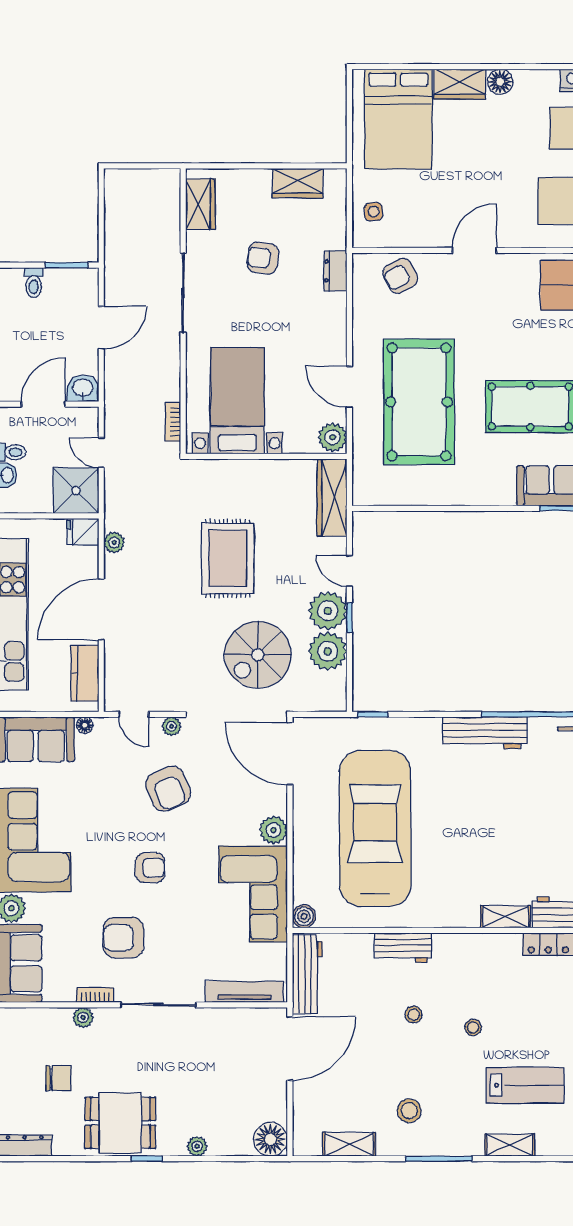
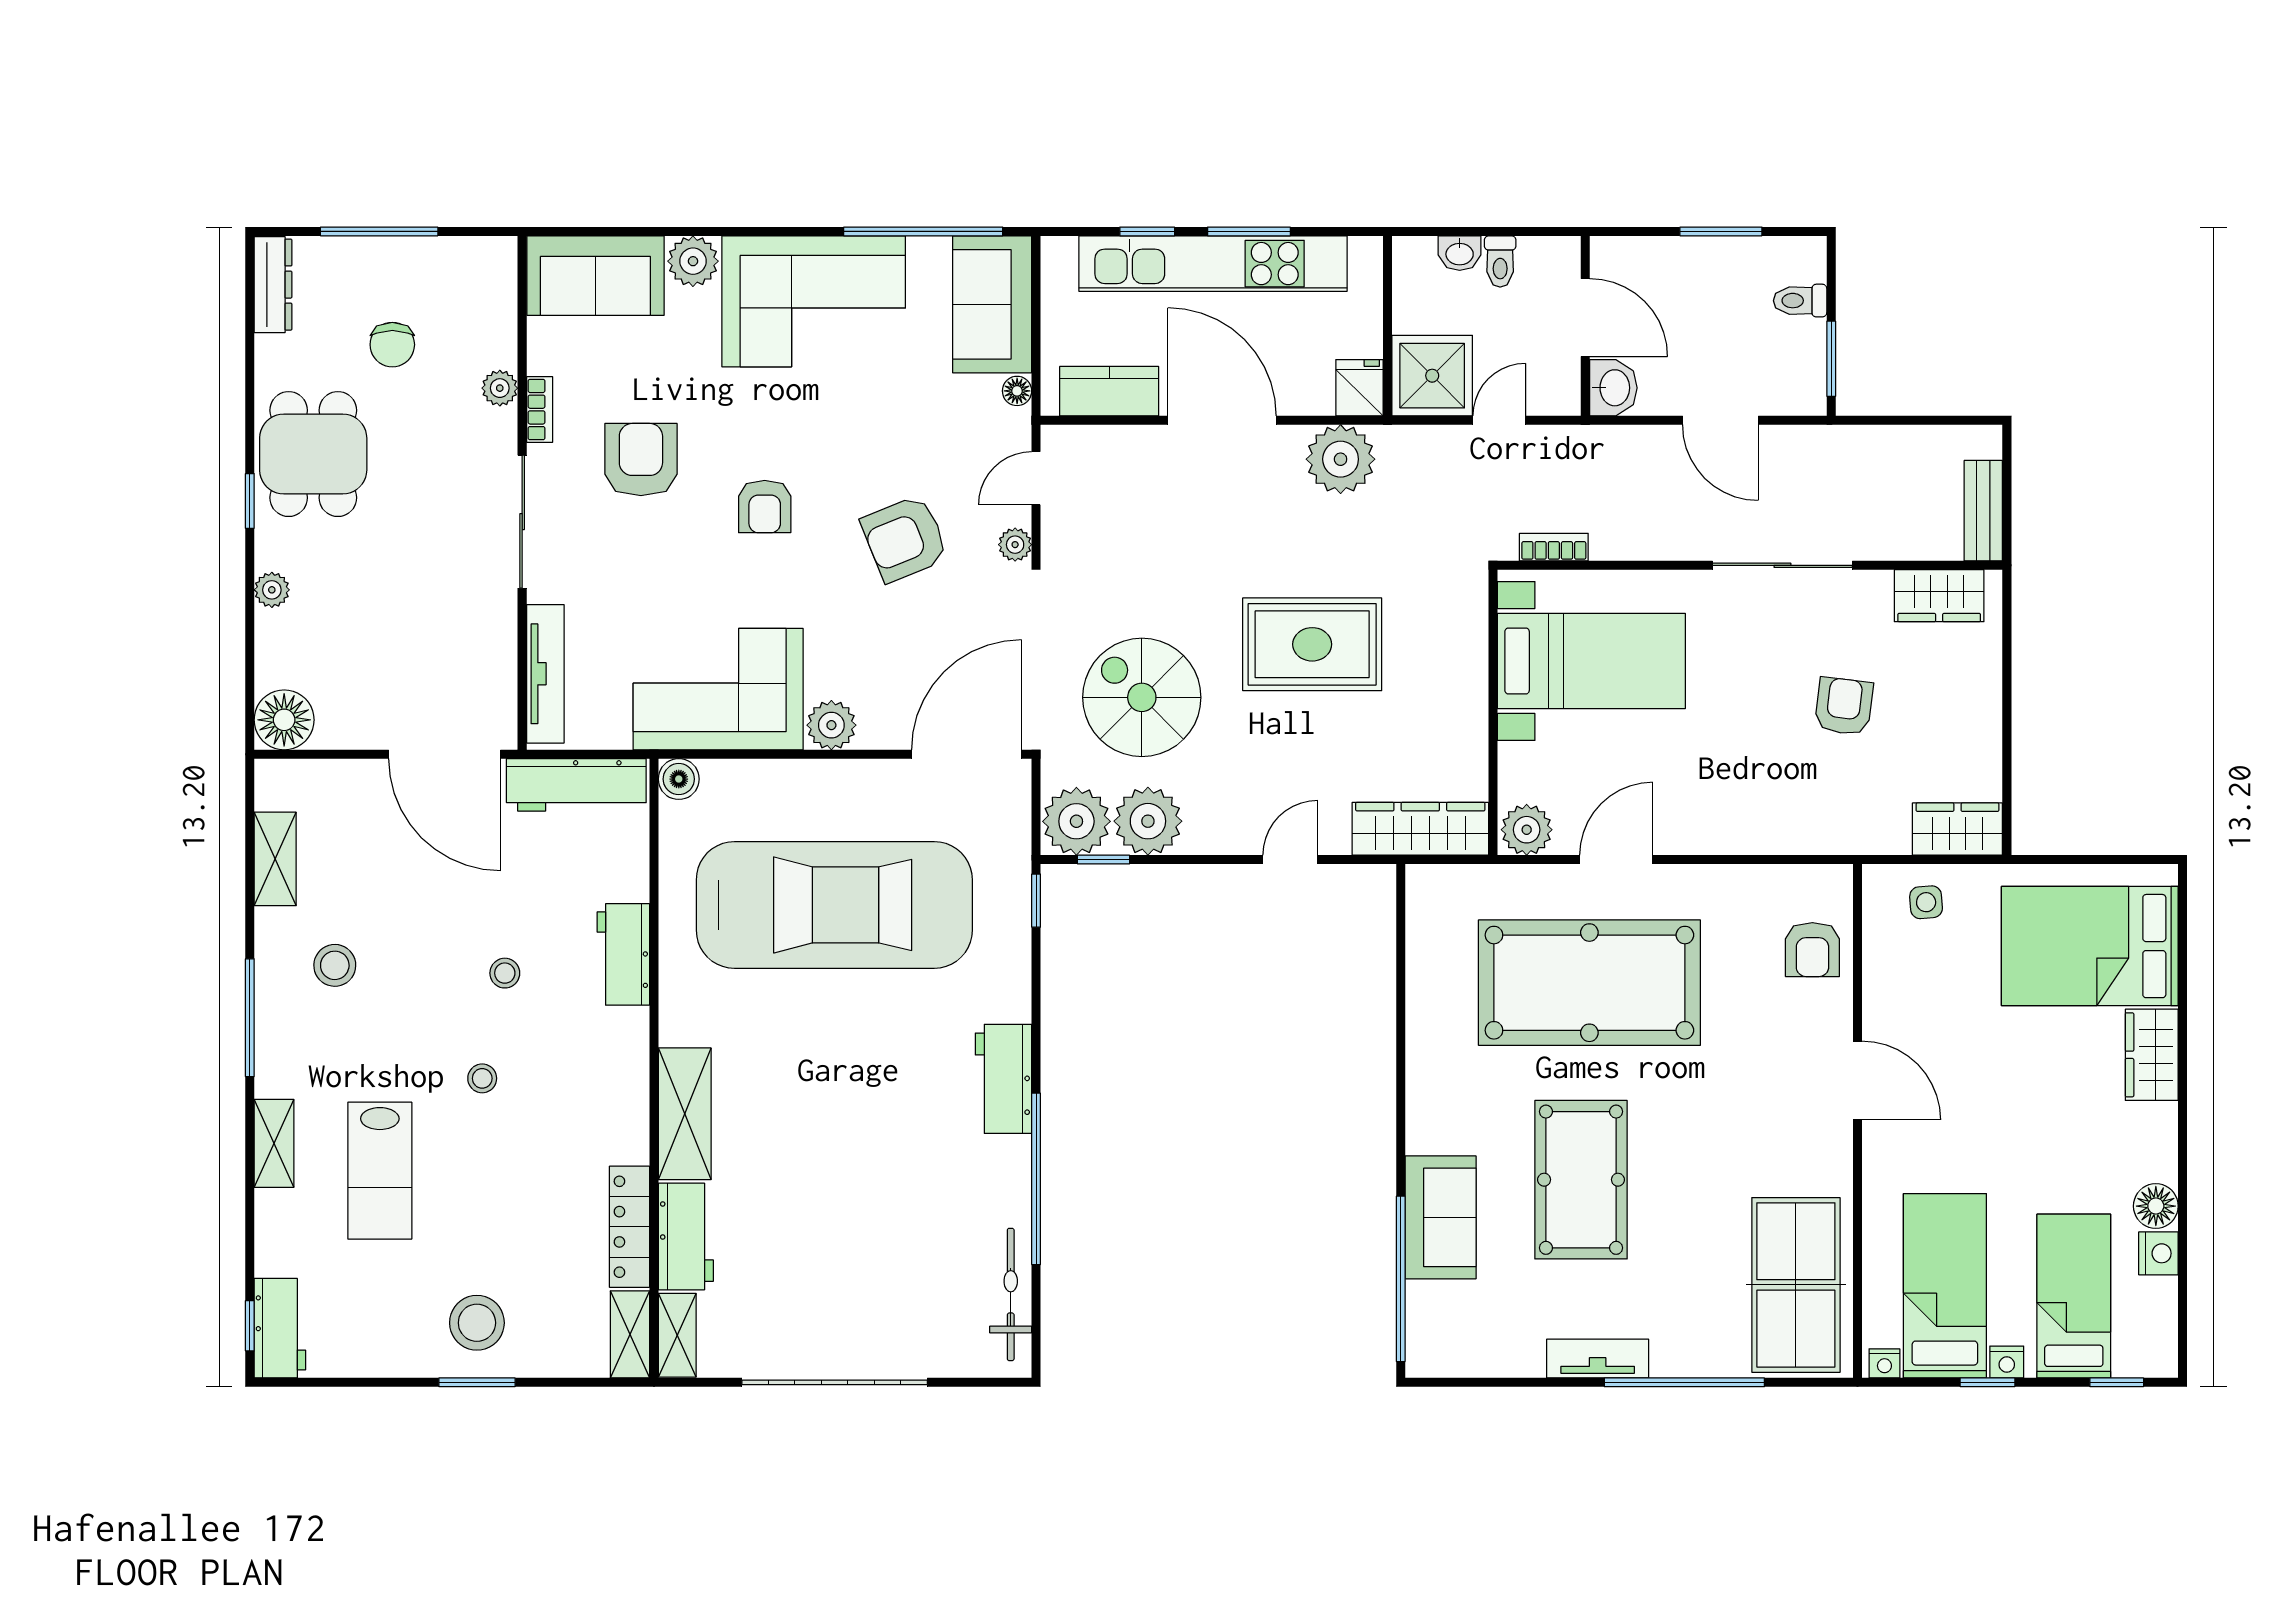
floor lamp: (500, 82) -> (2156, 1206), moved
bench: (152, 179) -> (1983, 511), added
wardrobe: (298, 183) -> (1957, 829), moved, turned 90
dresser: (336, 271) -> (1821, 835), removed
armchair: (400, 276) -> (1812, 950), turned -152
plant: (114, 542) -> (1341, 459), width x1.87, depth x1.87
plant: (328, 611) -> (1076, 821), moved
window: (349, 617) -> (1104, 860), moved
workbench: (485, 733) -> (1003, 1079), width x0.73
shelving: (505, 917) -> (685, 1114), width x1.50, depth x1.33

